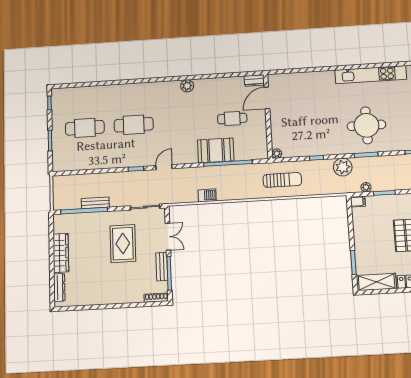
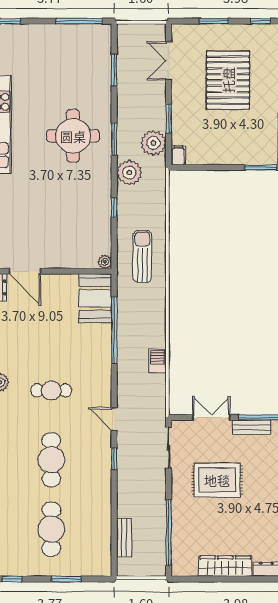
cafe table: (232, 119) -> (51, 390), moved, turned 90
booth: (216, 150) -> (95, 298), moved
plant: (366, 187) -> (153, 143), width x1.88, depth x1.88
bench: (95, 203) -> (124, 537), moved

